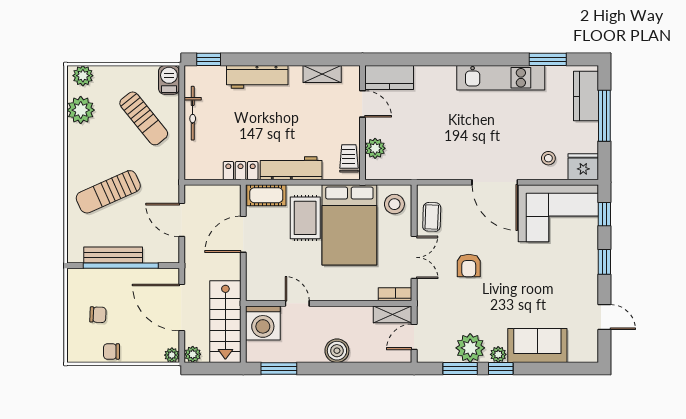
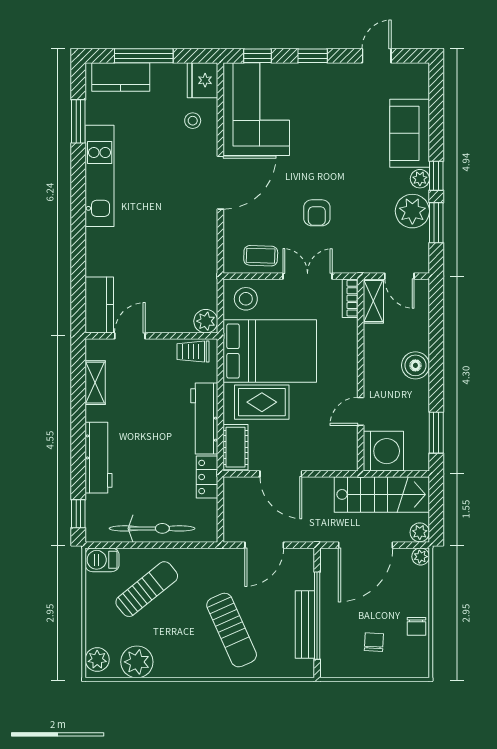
bicycle: (193, 113) -> (152, 528), width x1.37, depth x1.40
plant: (375, 148) -> (206, 321), moved
armchair: (469, 265) -> (317, 213), turned 90

